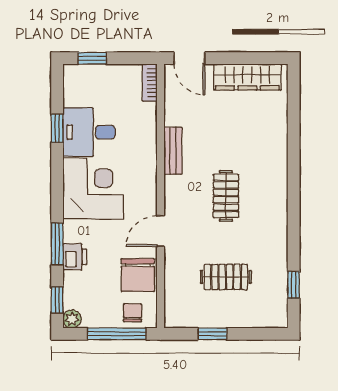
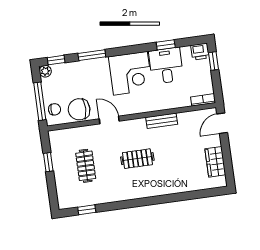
wardrobe: (247, 77) -> (215, 162), width x0.67
printer: (75, 257) -> (200, 52), moved

